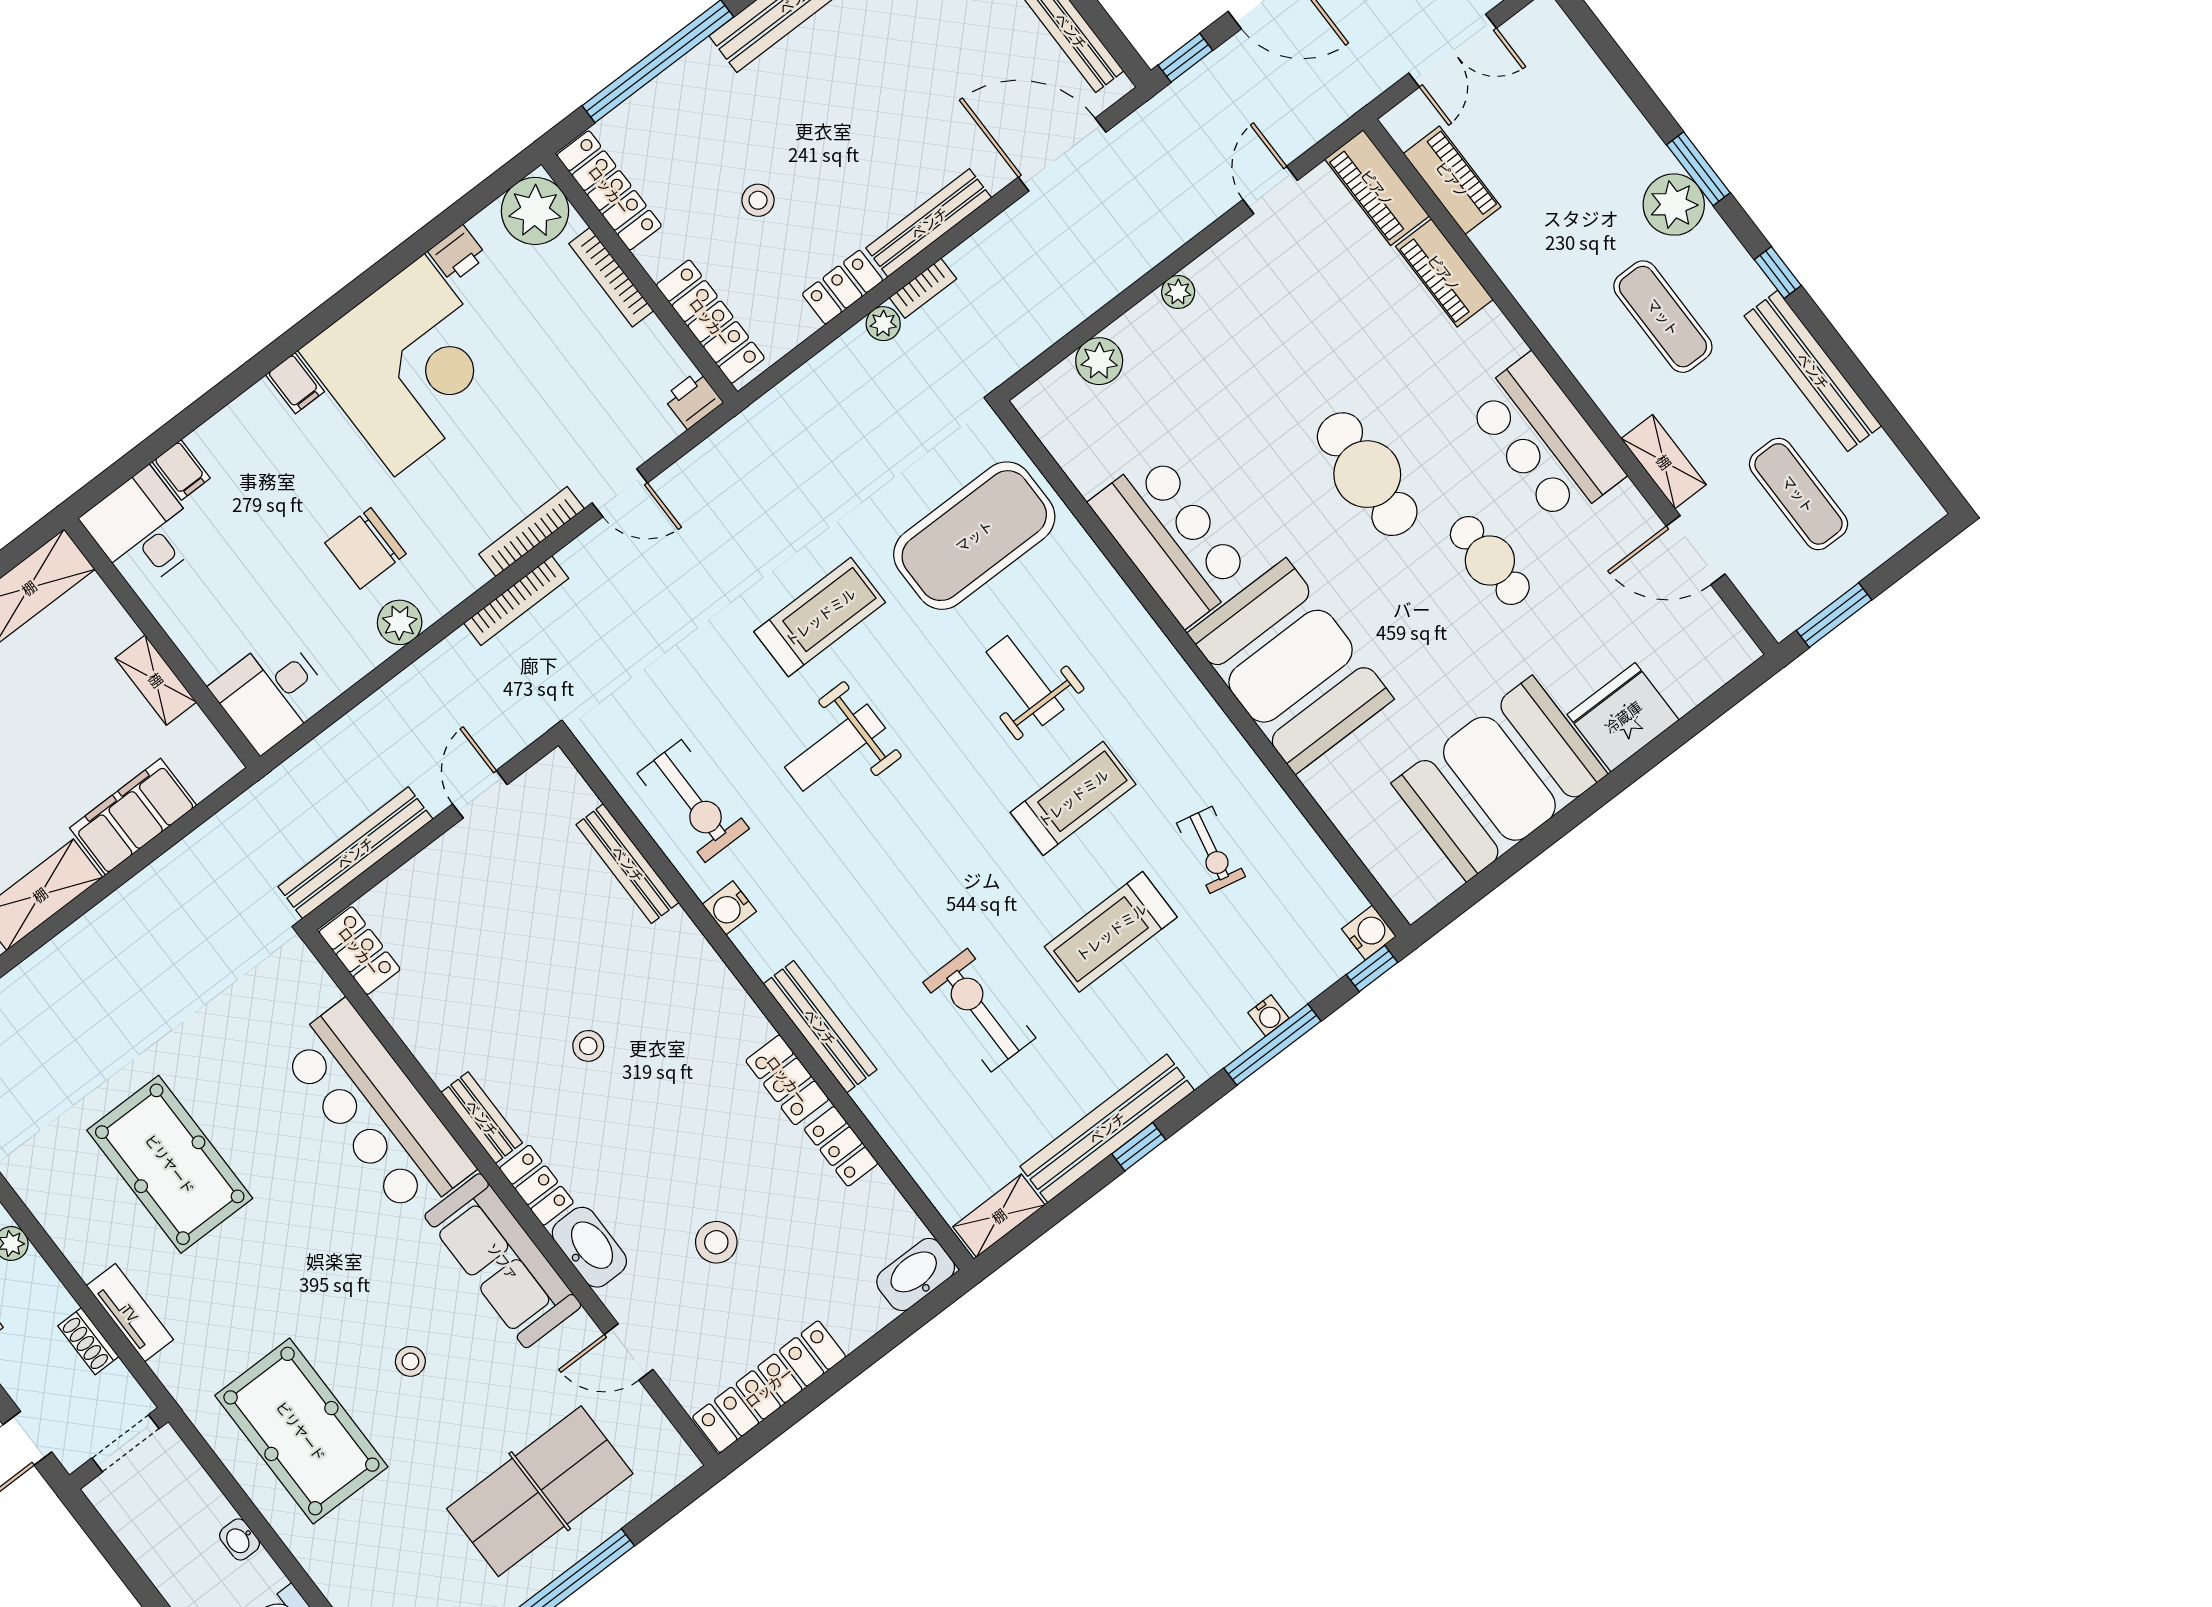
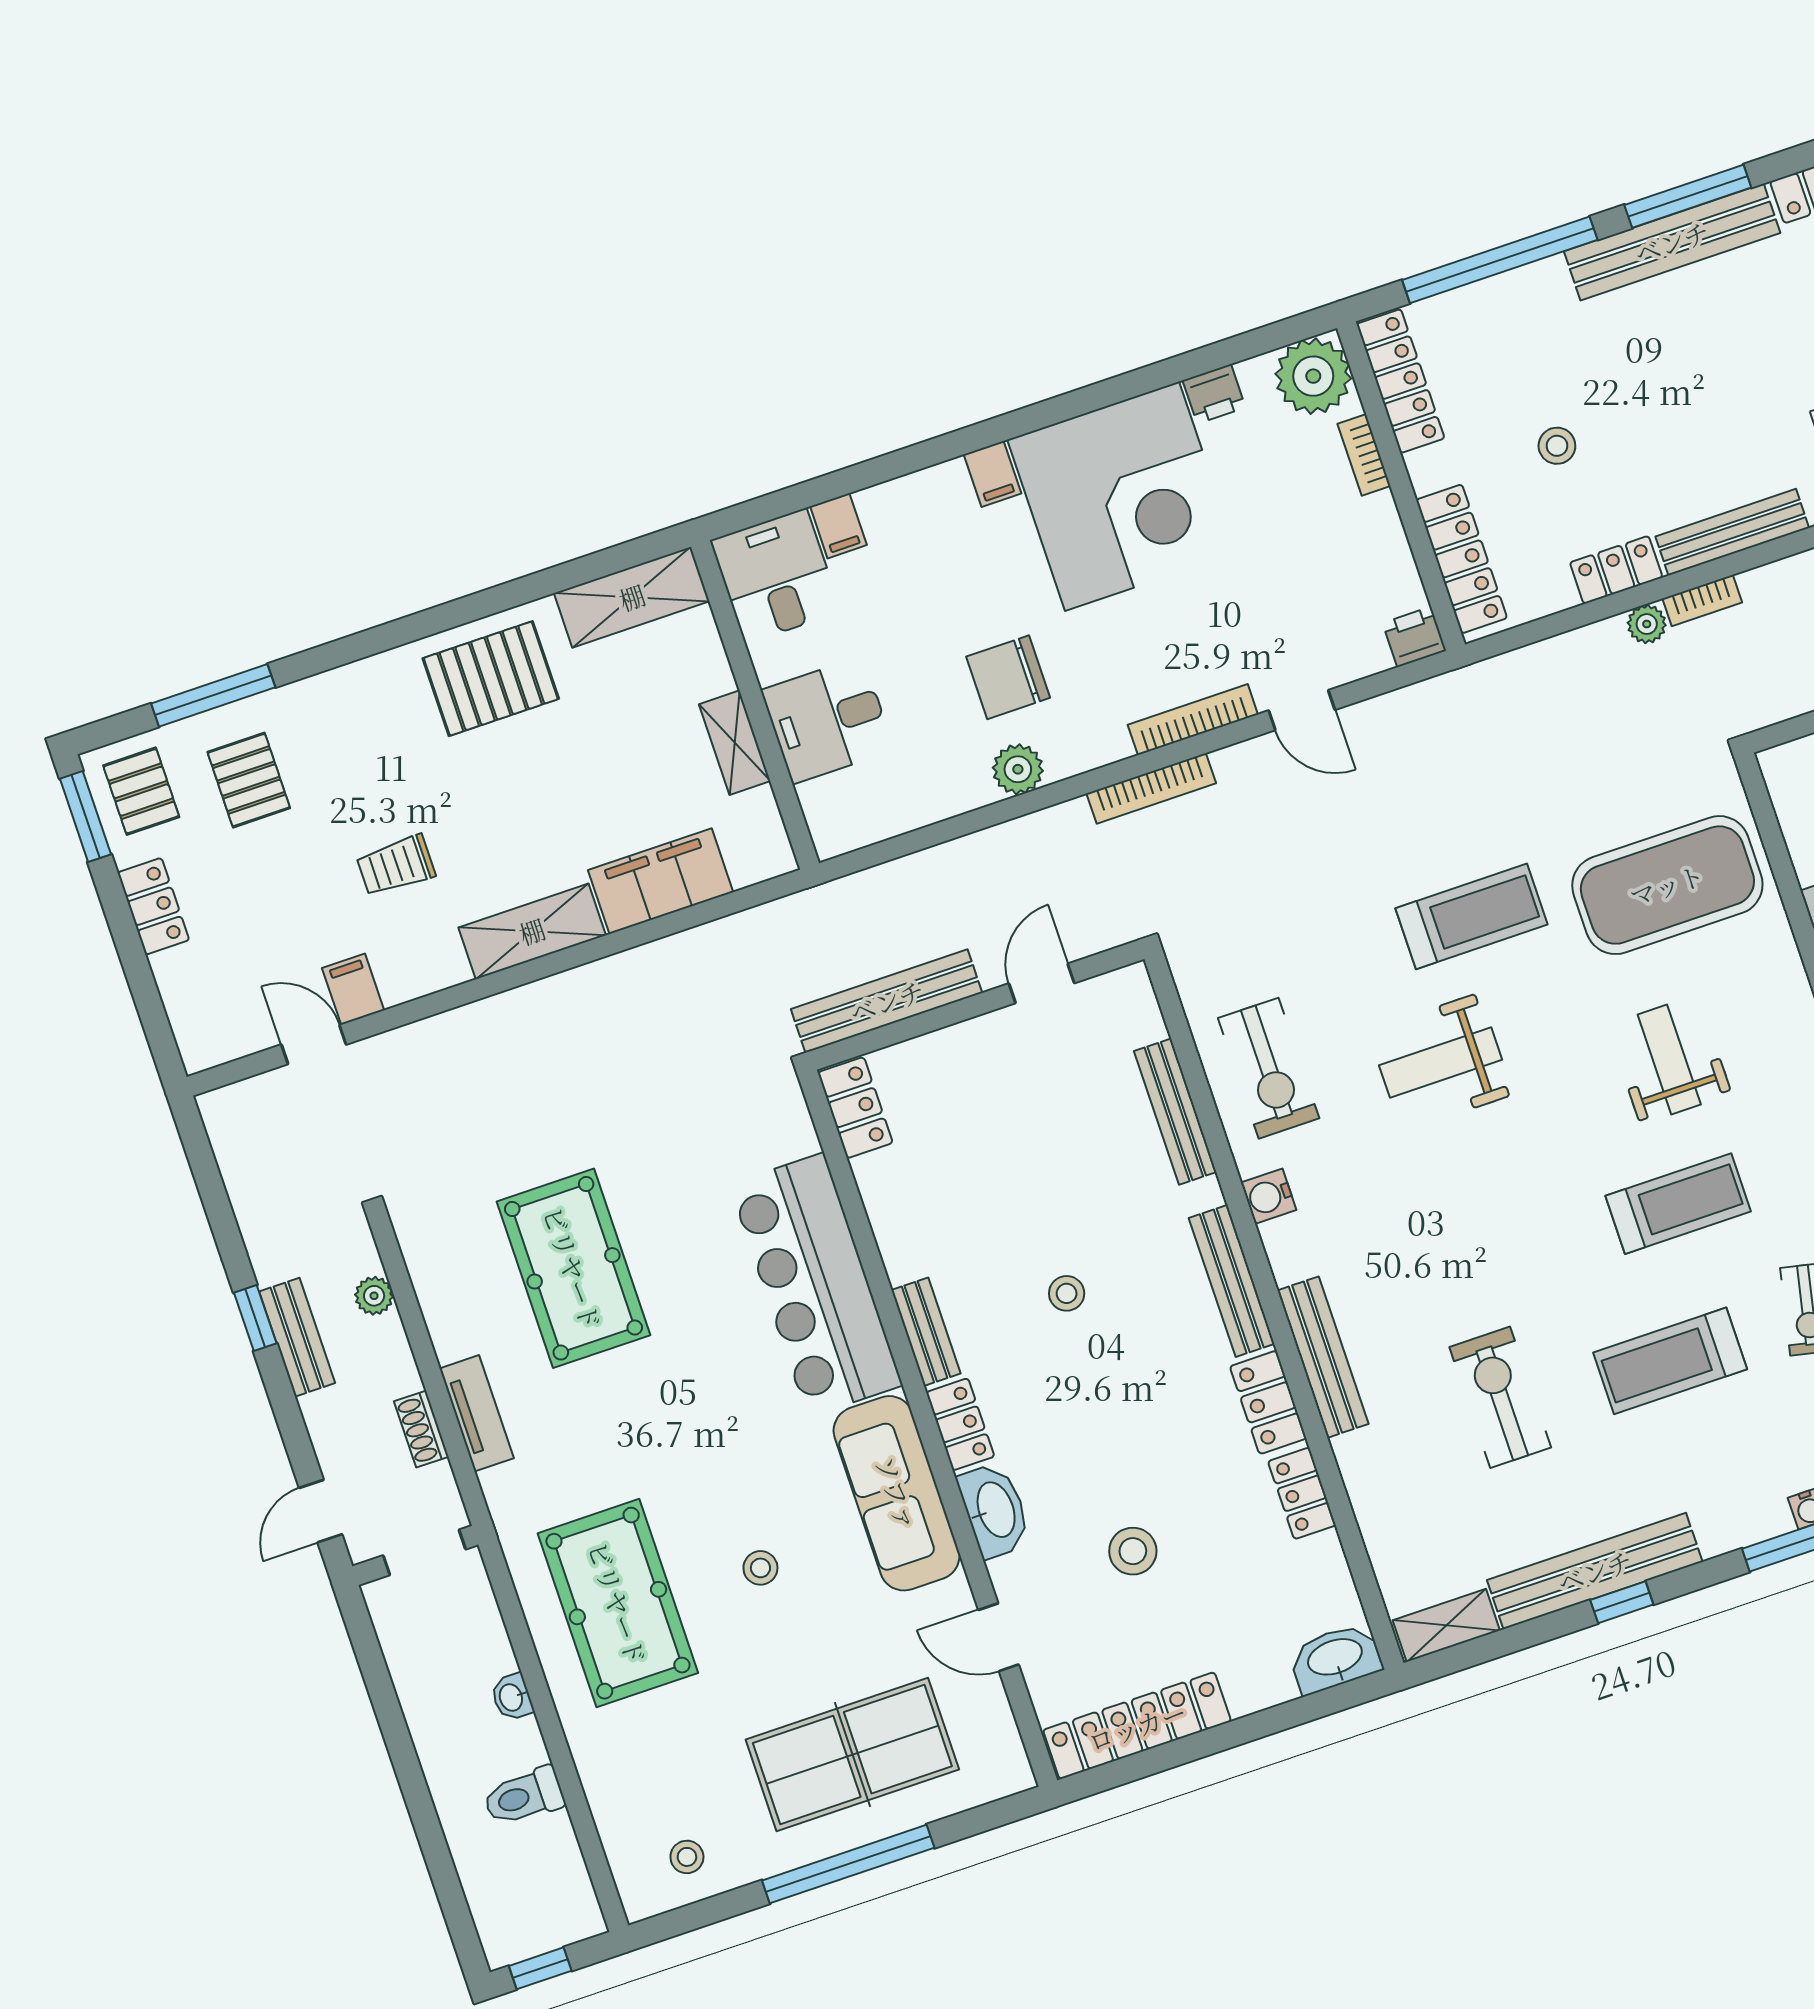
bookcase: (611, 277) -> (1364, 455), width x0.64
desk: (271, 693) -> (828, 720), moved
bench: (722, 989) -> (1232, 1281), added

